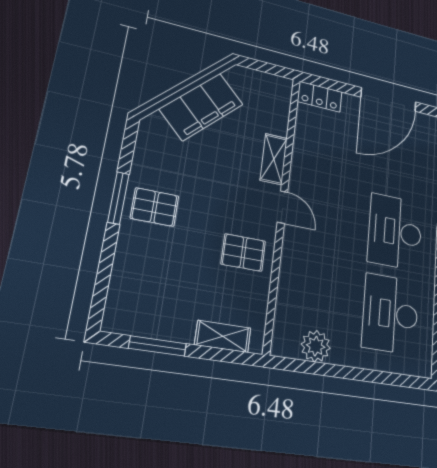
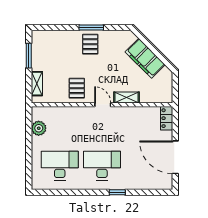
door: (282, 207) -> (103, 105), swing flipped

